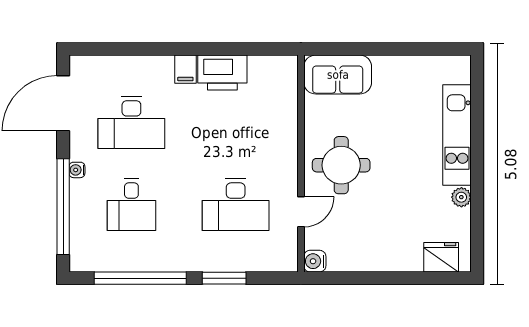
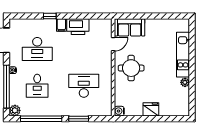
window: (159, 49) -> (50, 16), added
desk: (236, 205) -> (84, 86), turned 180
door: (301, 212) -> (113, 44), moved
fridge: (441, 257) -> (151, 109), moved
plant: (82, 260) -> (15, 110), added

